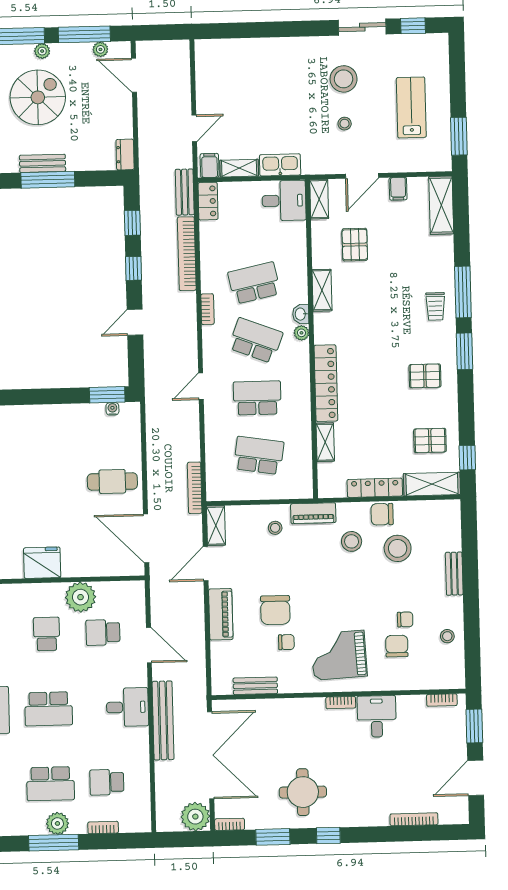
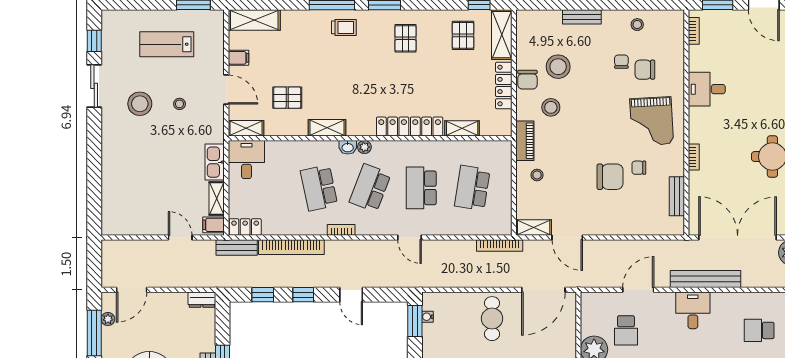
piano: (221, 614) -> (613, 225), removed
chair: (286, 642) -> (639, 168), turned -90
bookcase: (341, 703) -> (694, 157), moved
school desk: (107, 782) -> (759, 330), turned 90

